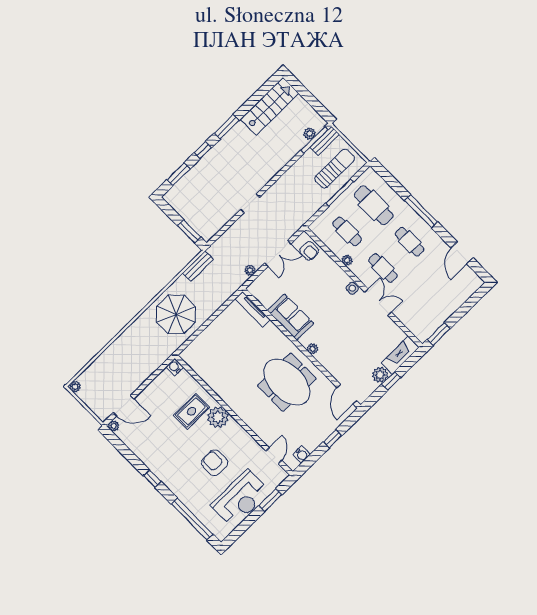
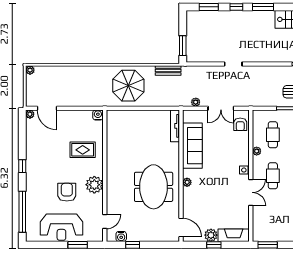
sofa: (291, 317) -> (192, 146), width x1.36
door: (347, 394) -> (181, 228), swing flipped
plant: (218, 417) -> (94, 185), moved
window: (332, 439) -> (133, 245), moved

